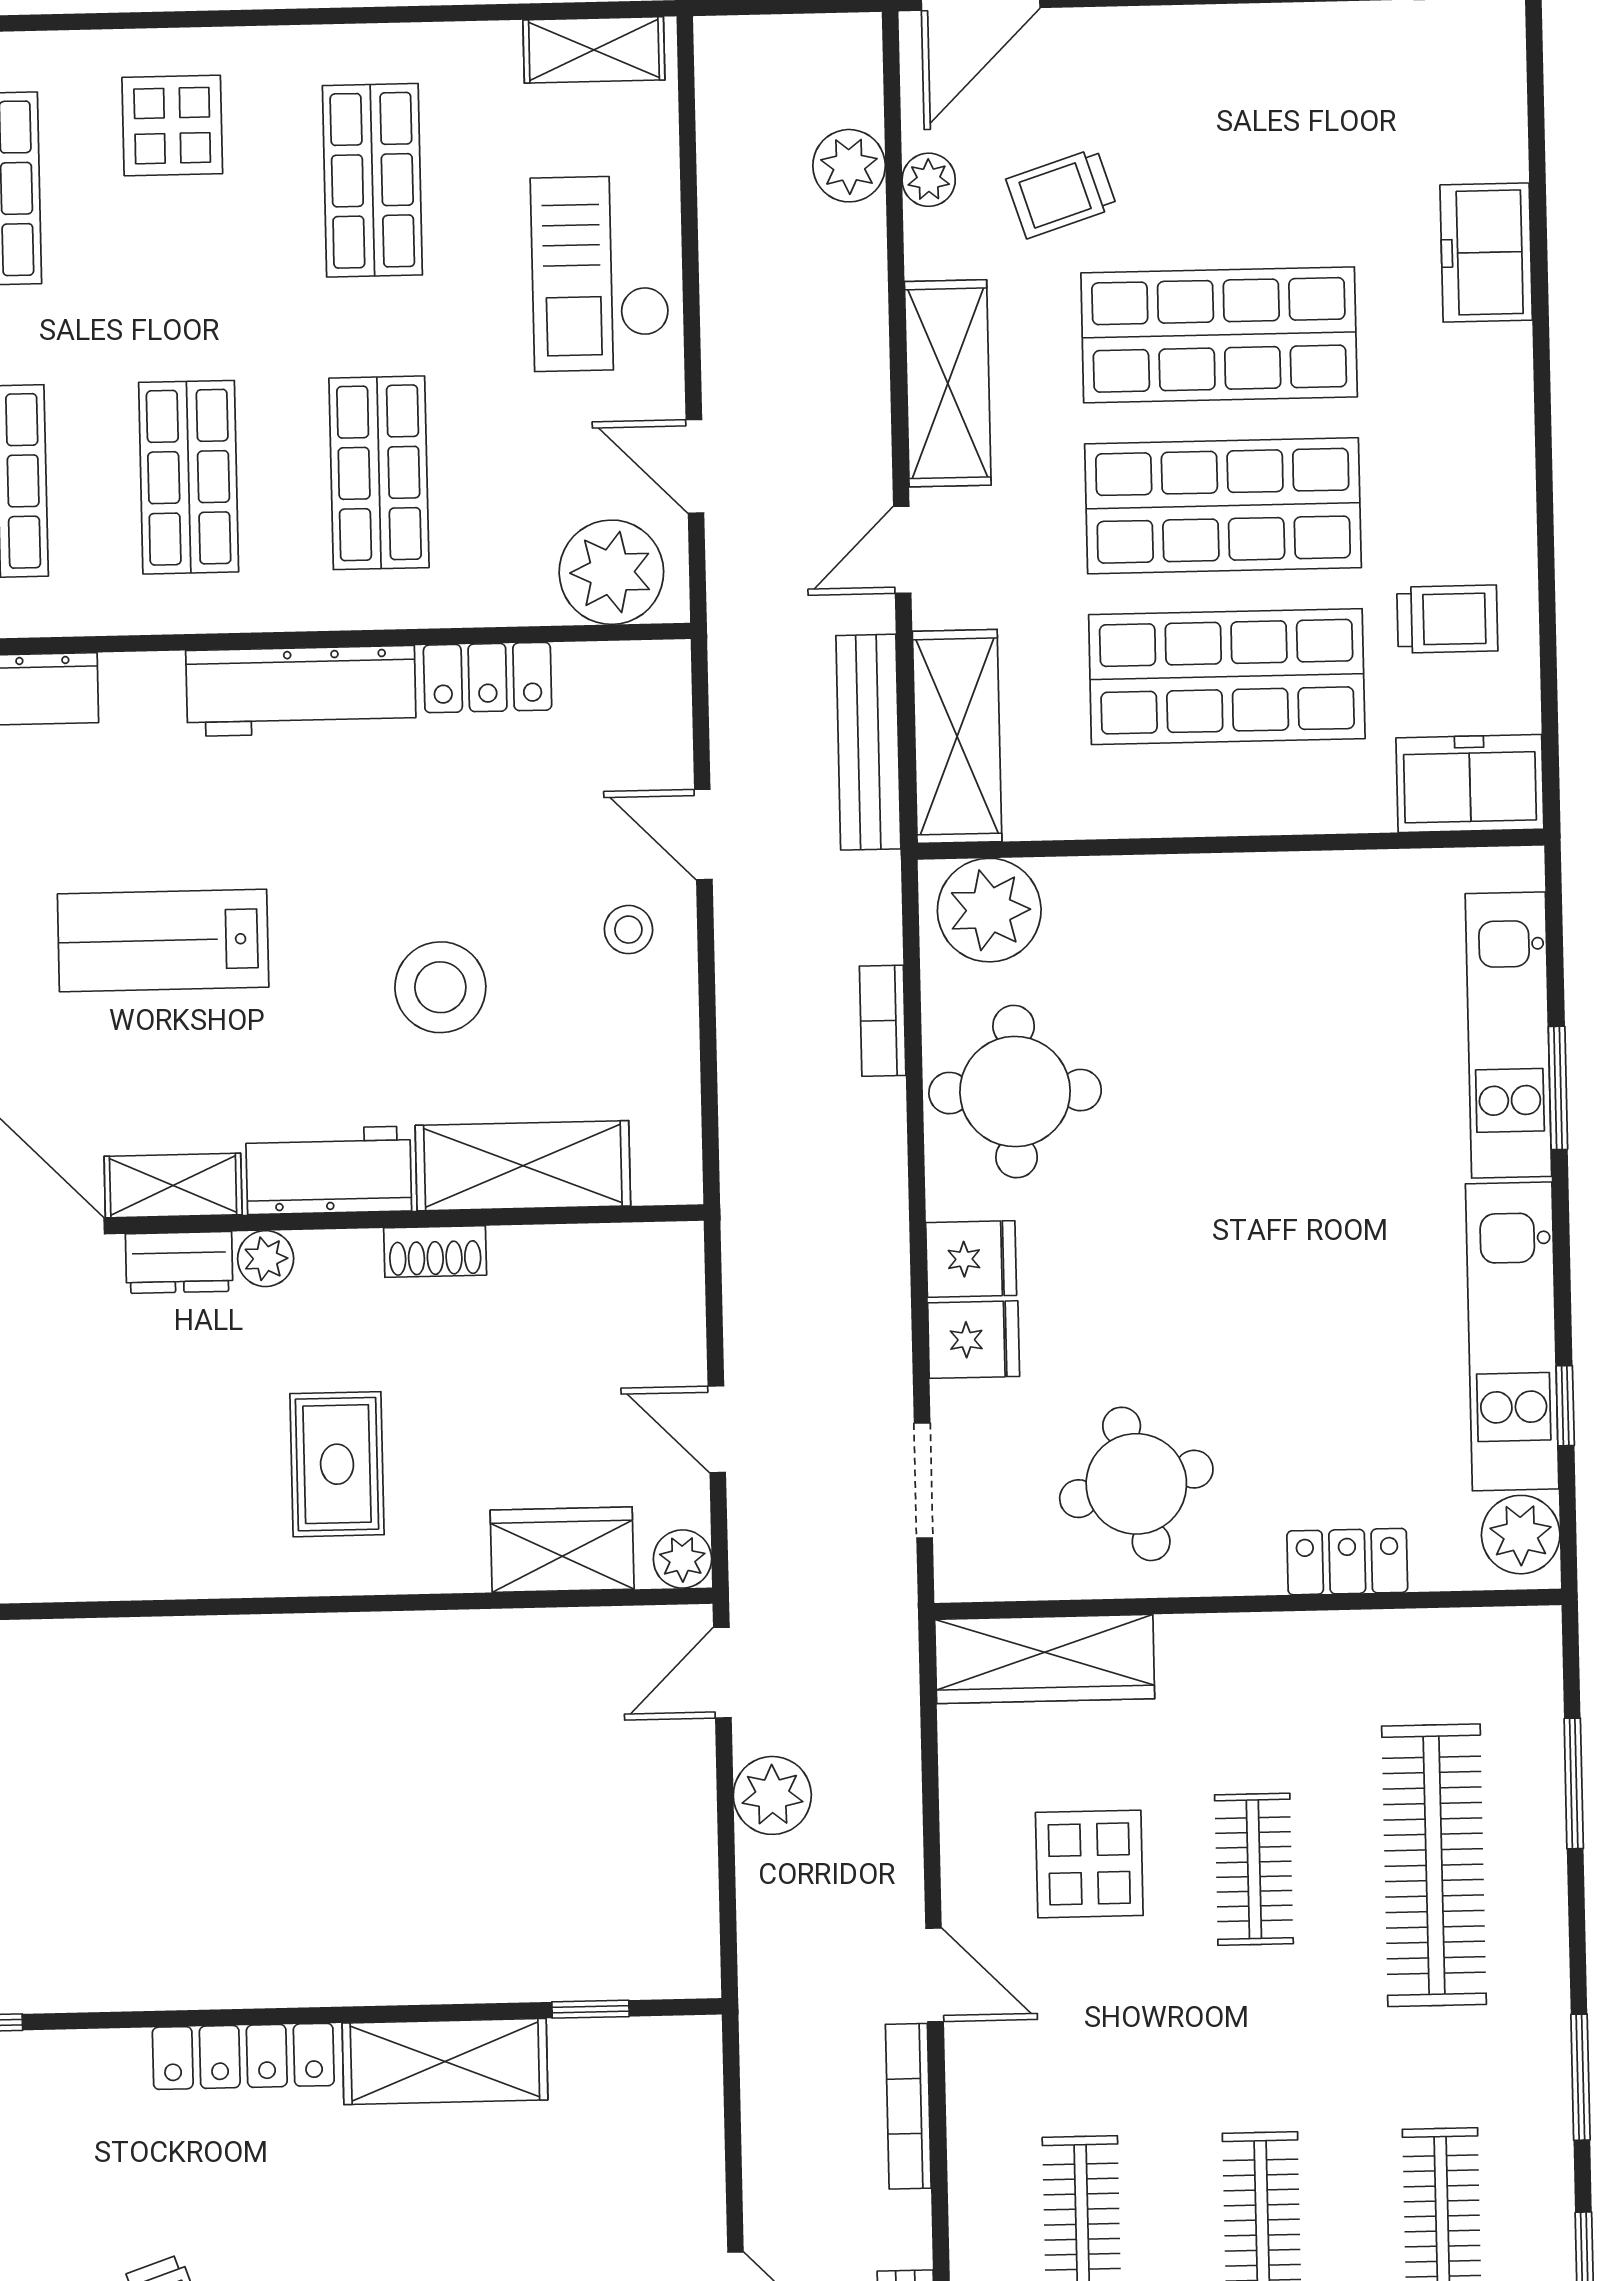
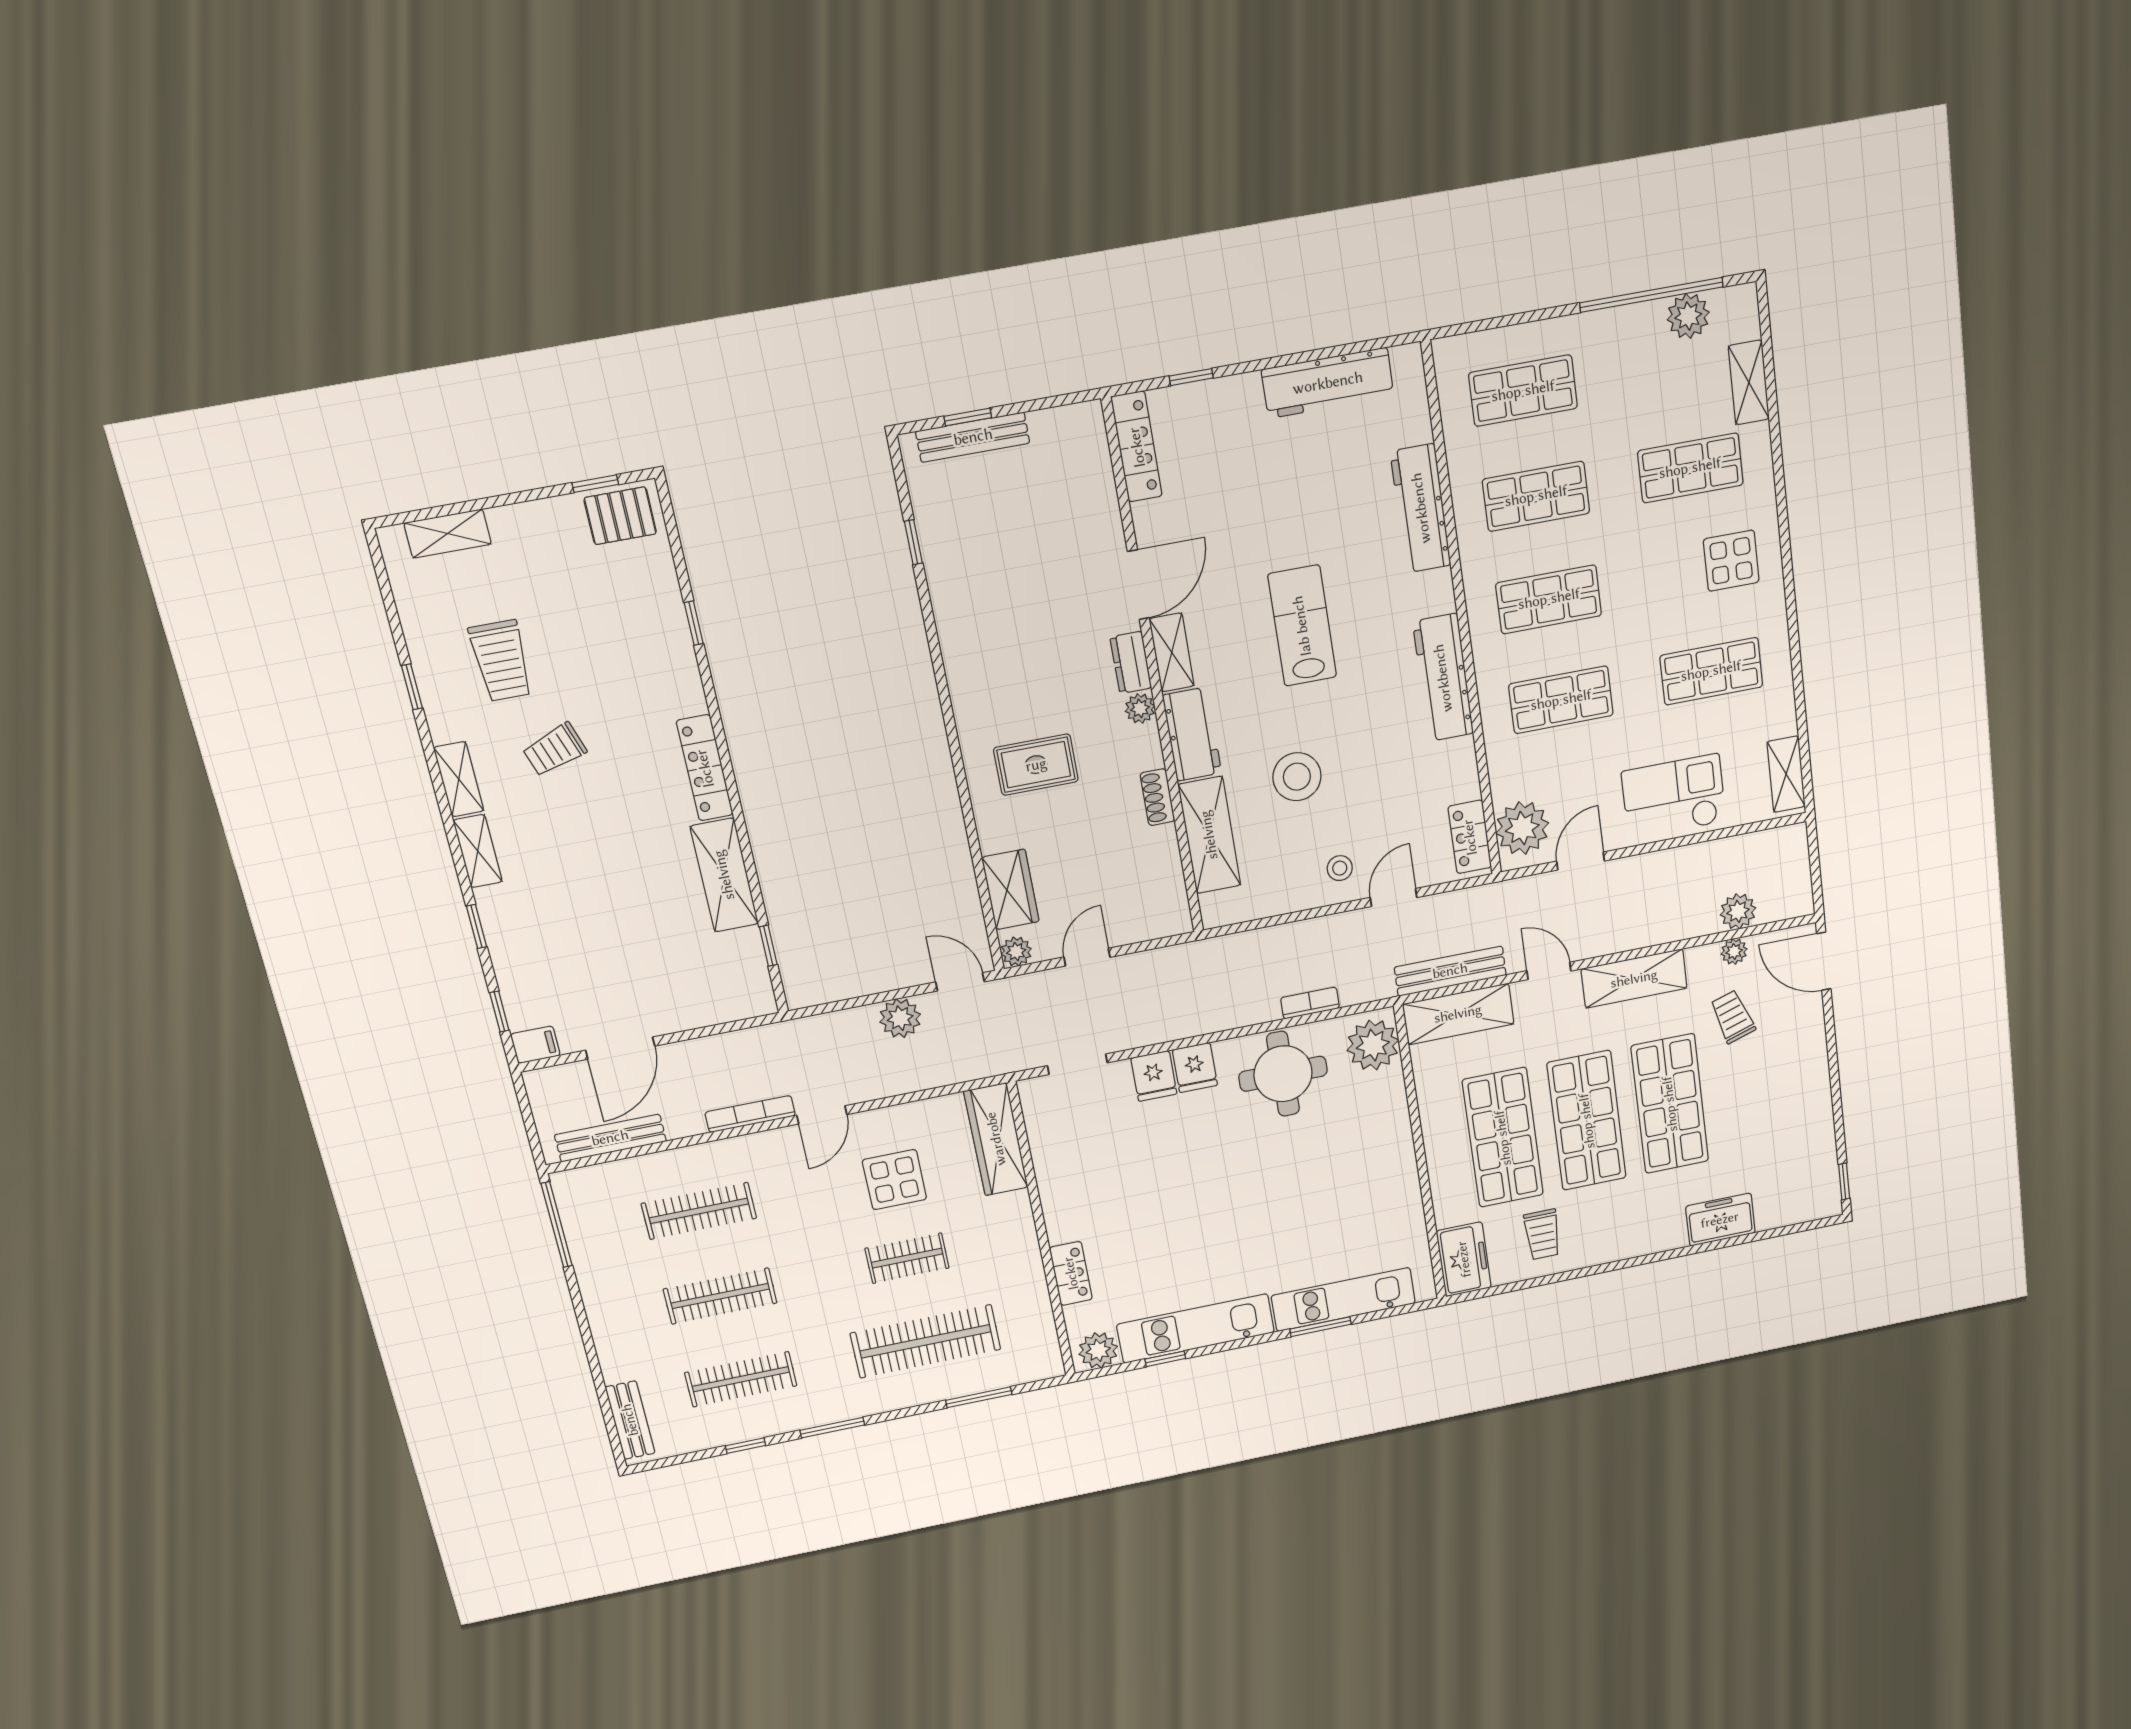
locker: (488, 678) -> (1470, 837), moved
round table: (1136, 1484) -> (1093, 1167), removed

